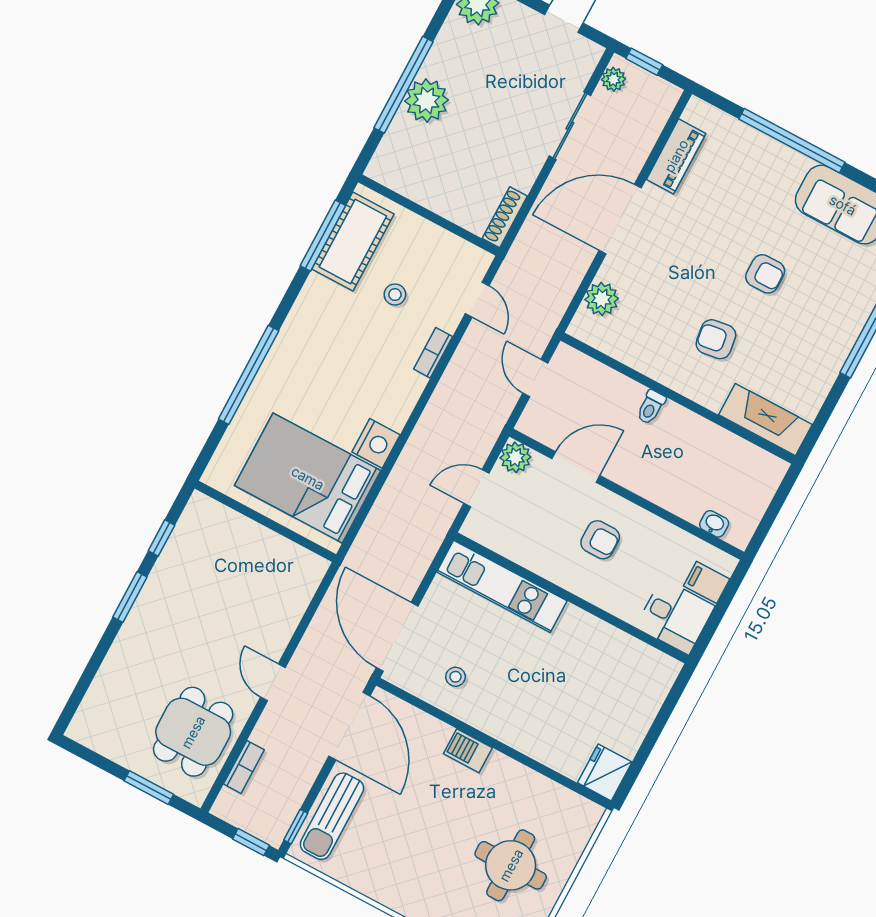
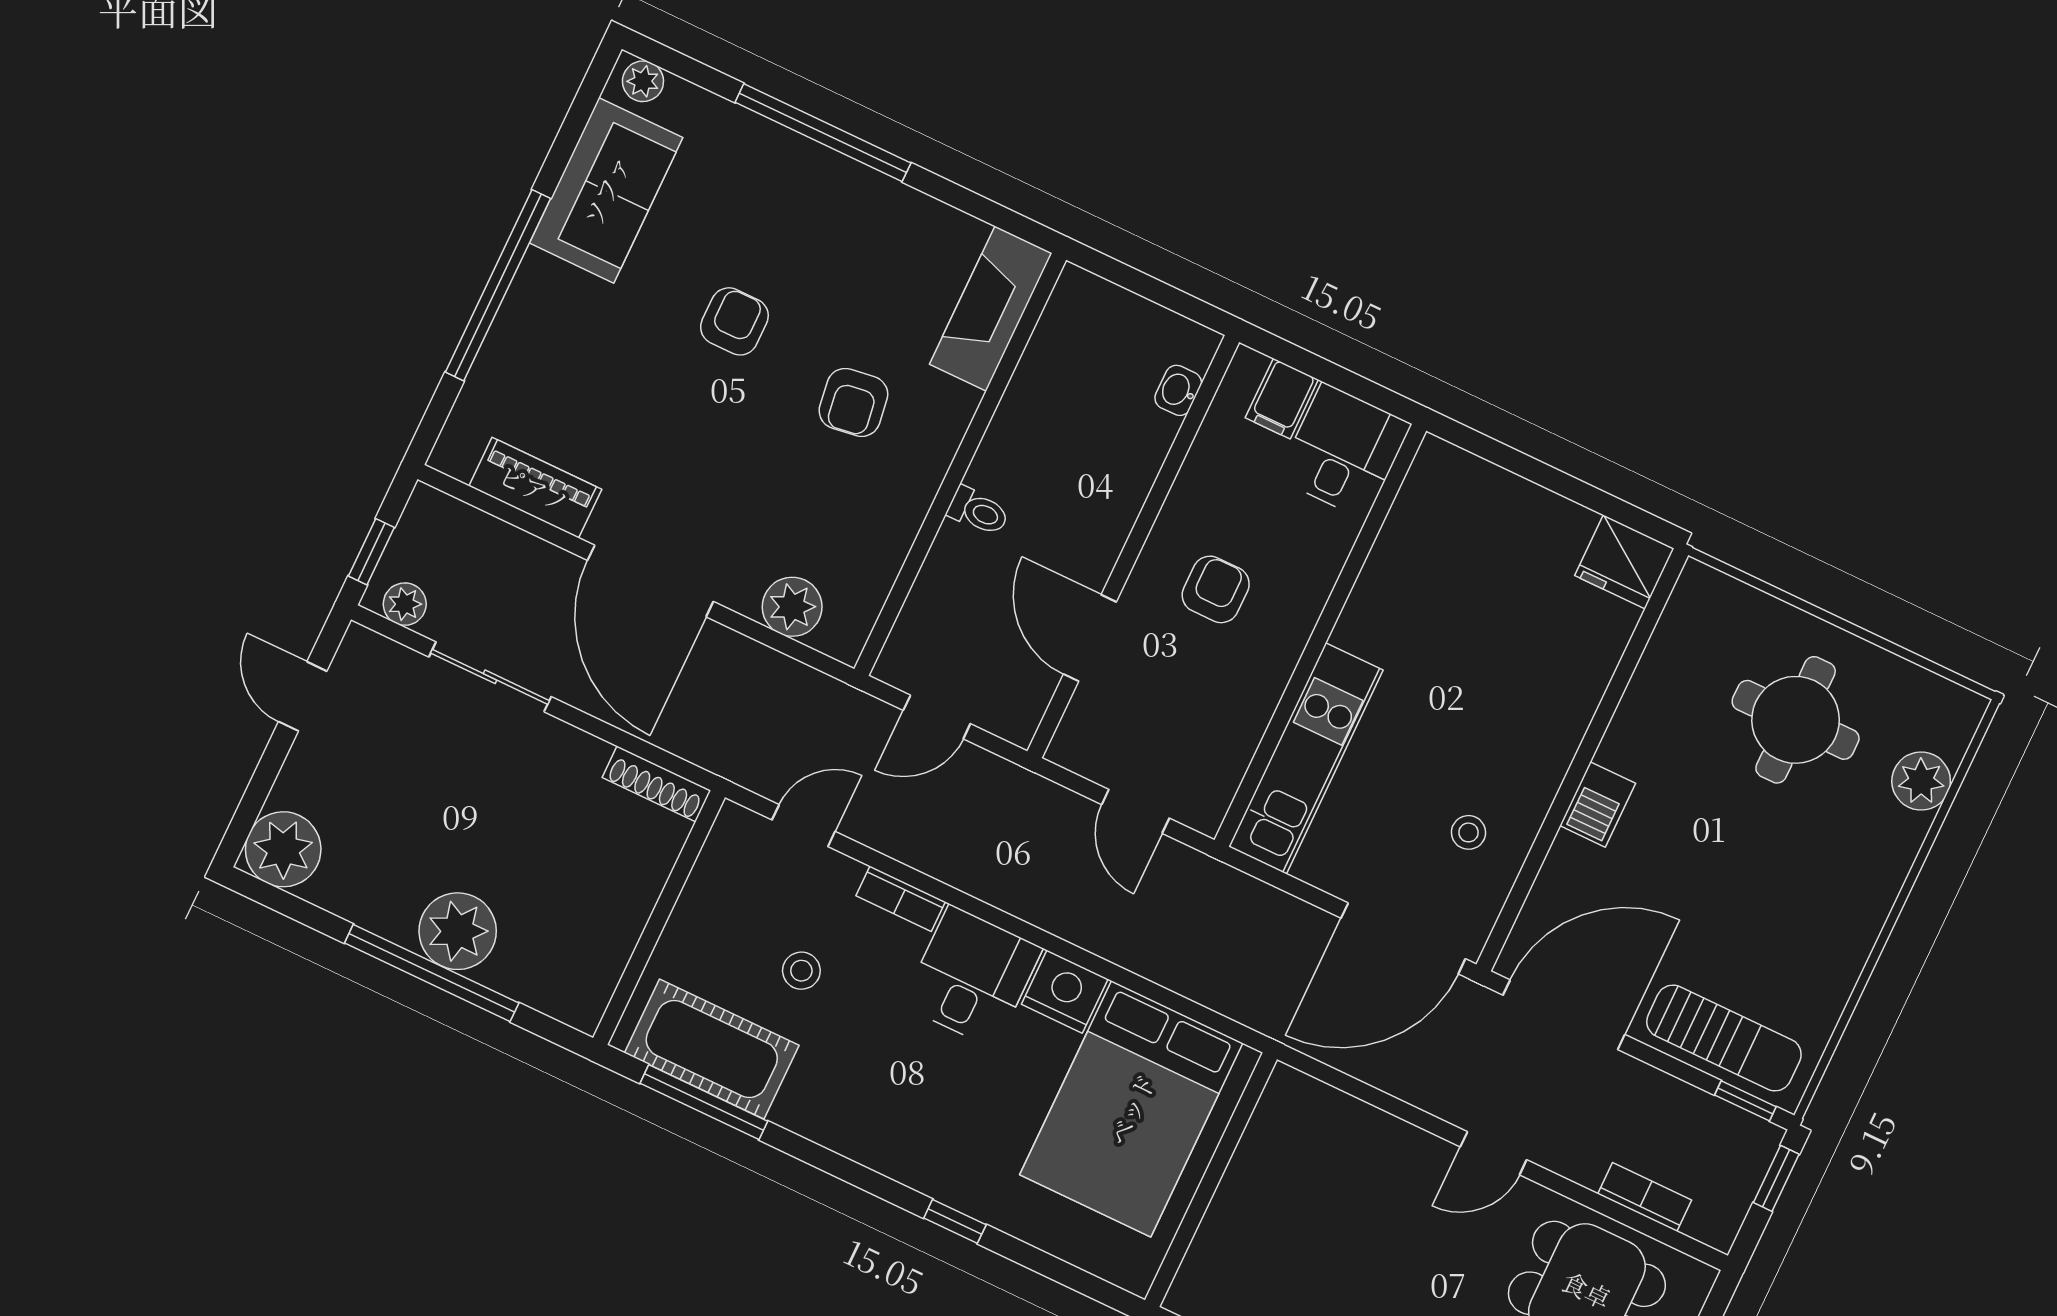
window: (249, 375) -> (955, 1221), width x0.32
desk: (387, 391) -> (972, 977), added
plant: (515, 457) -> (1078, 745), removed

